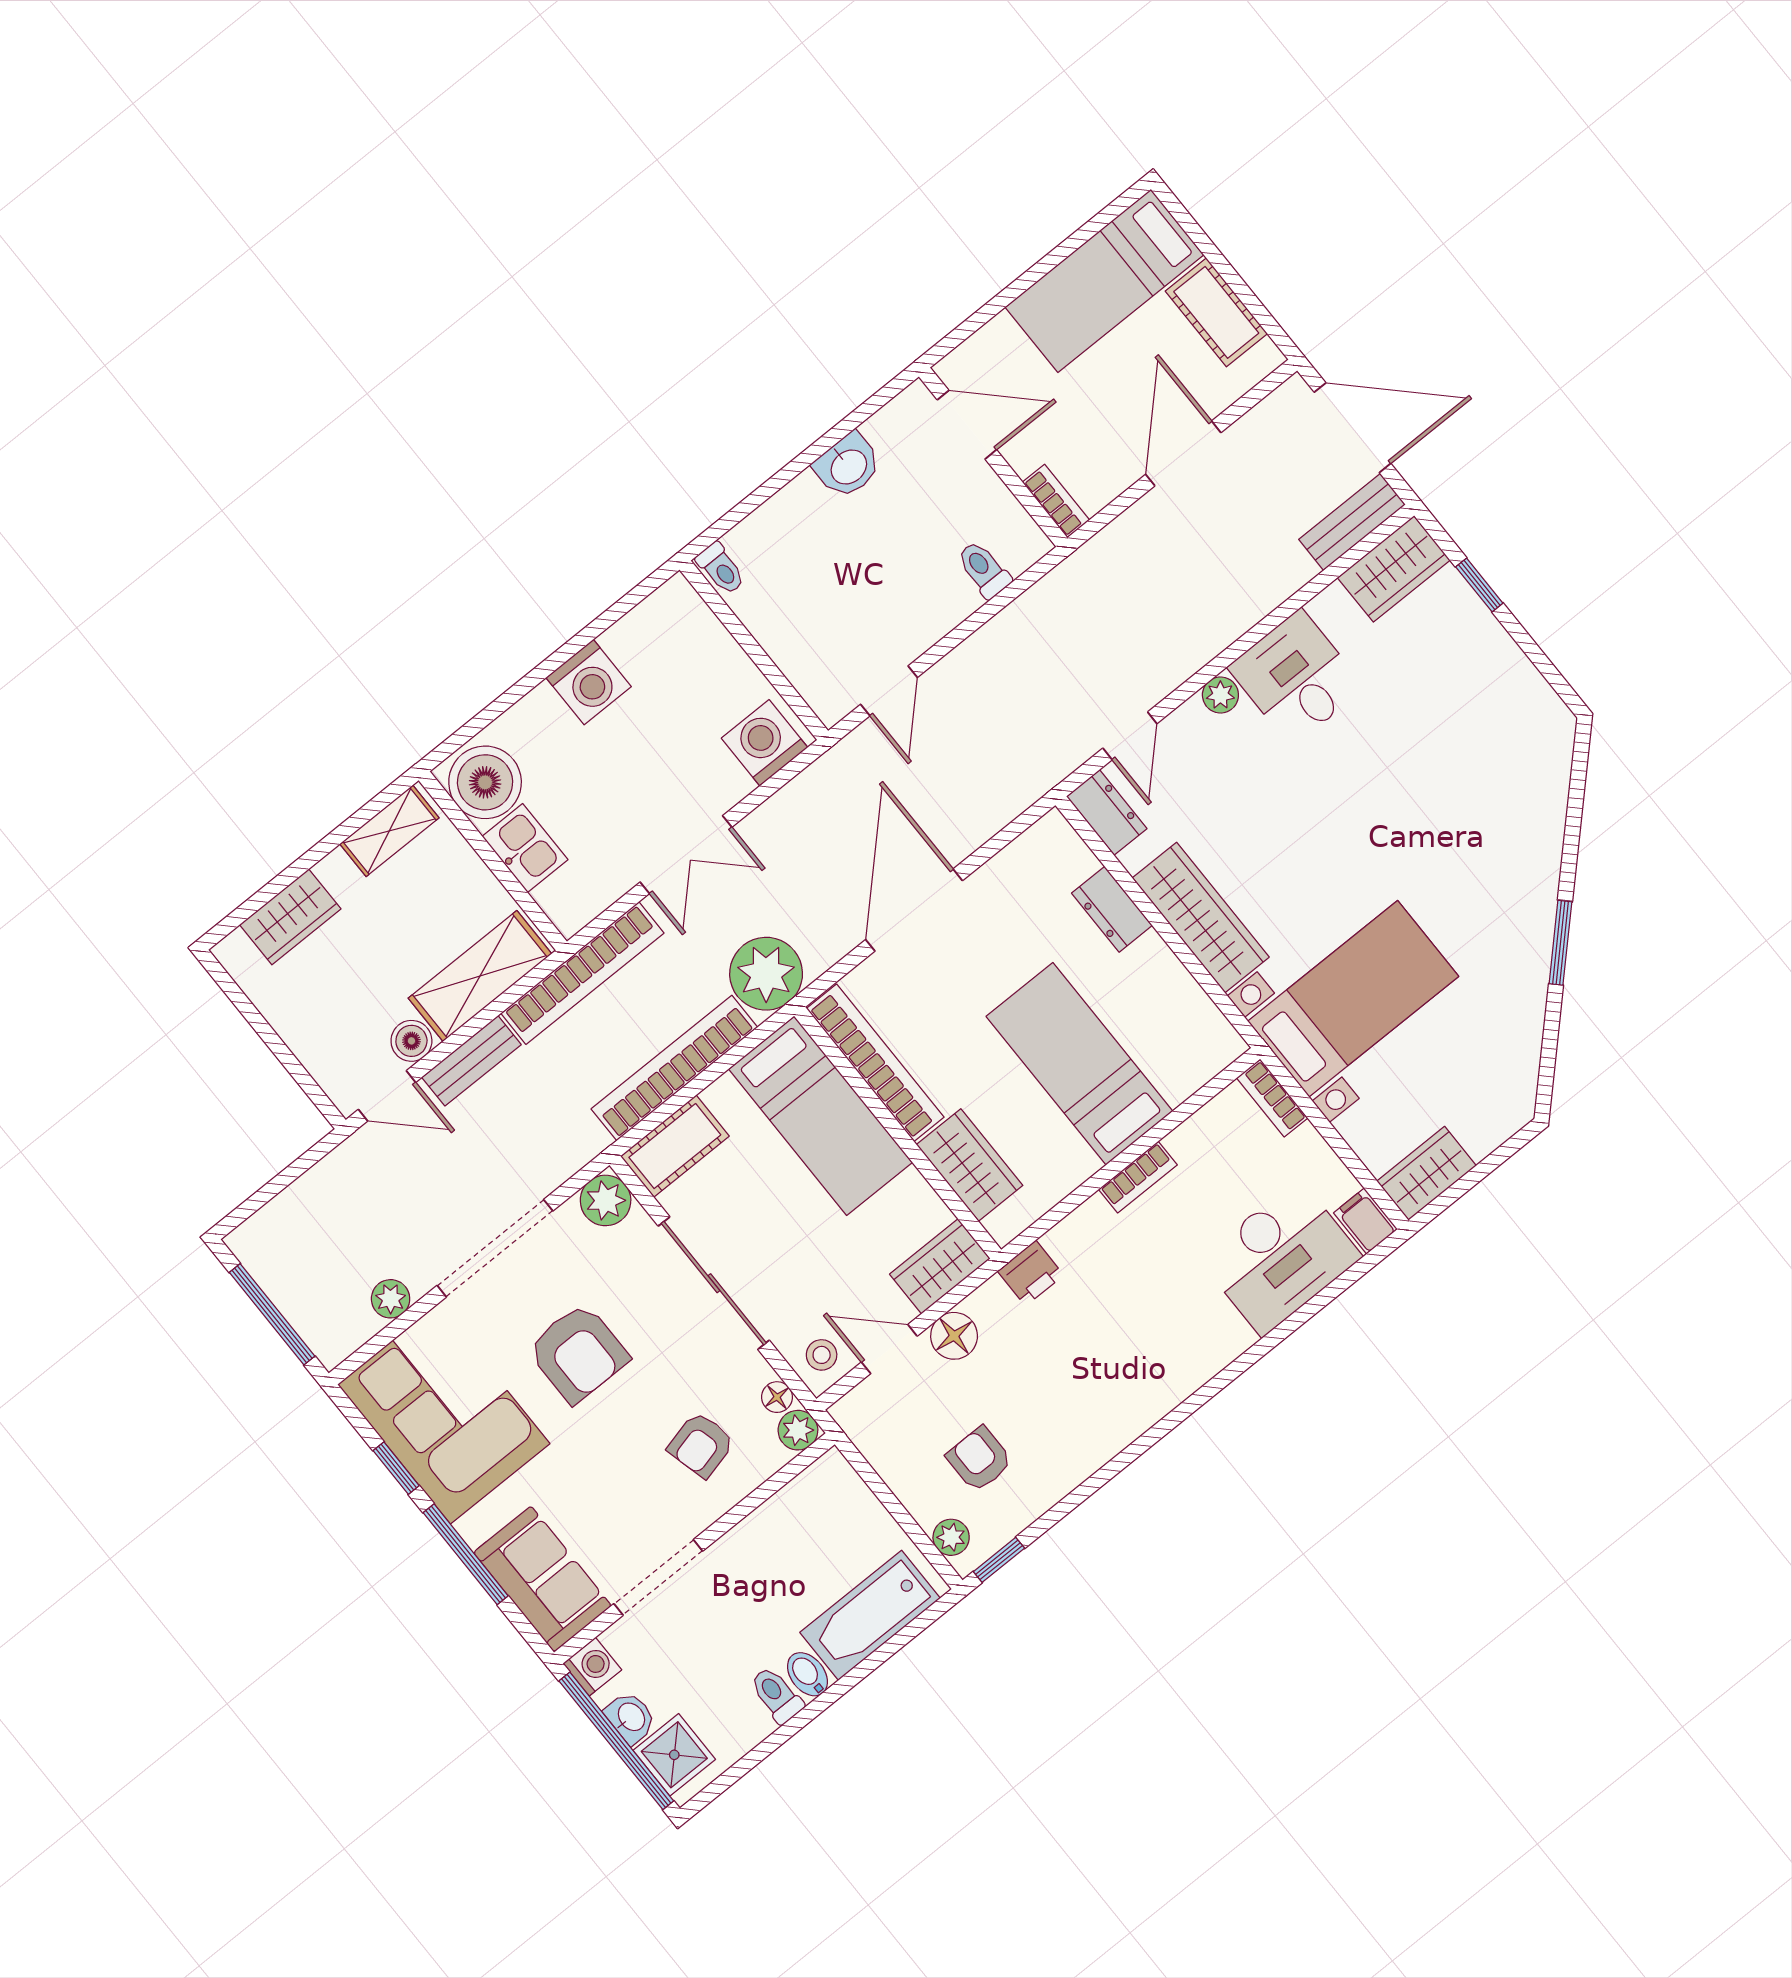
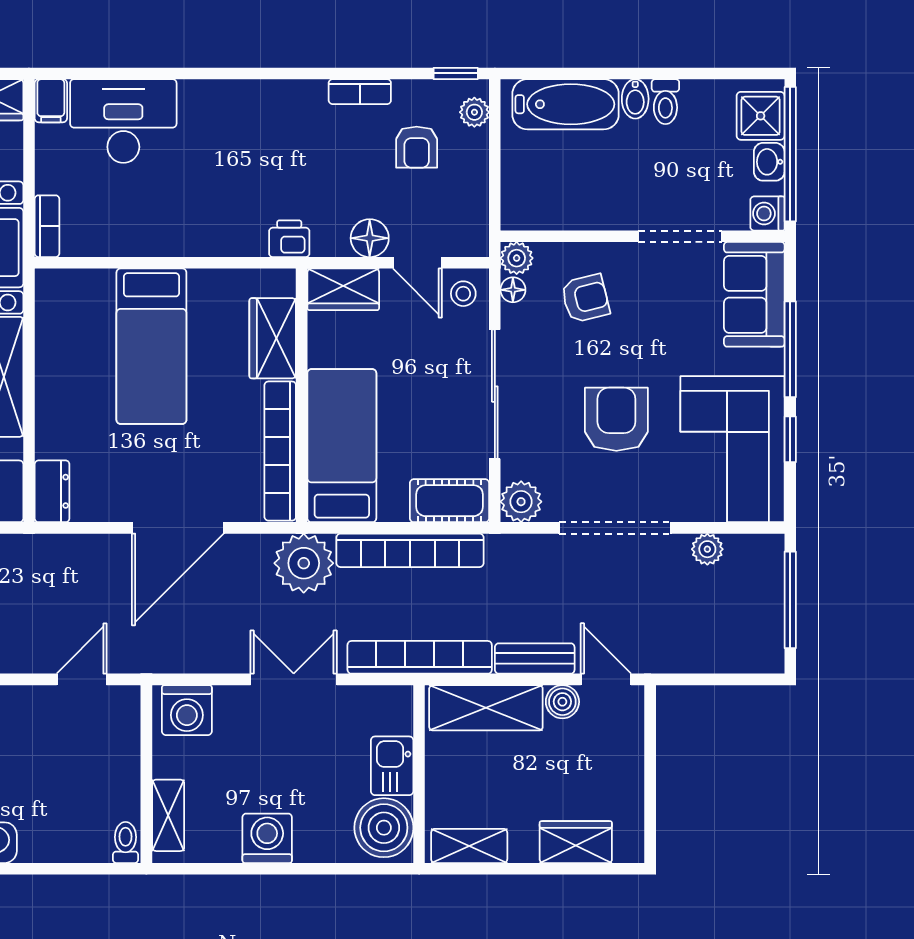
shelving: (701, 628) -> (168, 815), added
dresser: (1112, 909) -> (52, 491), moved
bookcase: (1138, 1177) -> (360, 92), moved, turned 180

